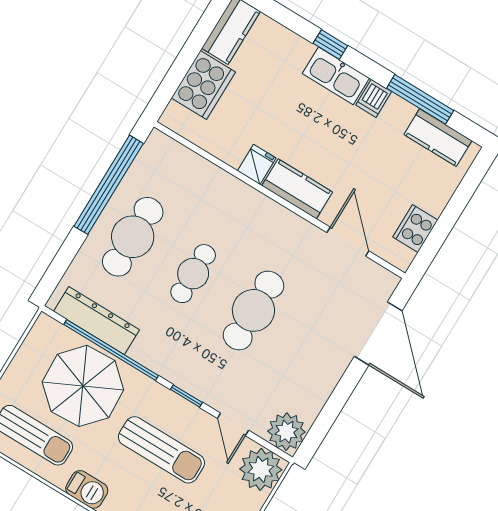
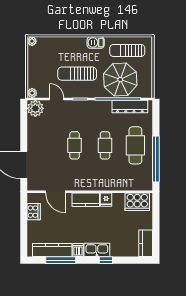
cooker: (203, 85) -> (137, 202), moved, turned -90
kitchen counter: (438, 138) -> (52, 250), width x1.50
cafe table: (253, 310) -> (75, 145), width x0.73, depth x0.74
plant: (261, 469) -> (32, 93), width x0.53, depth x0.53

